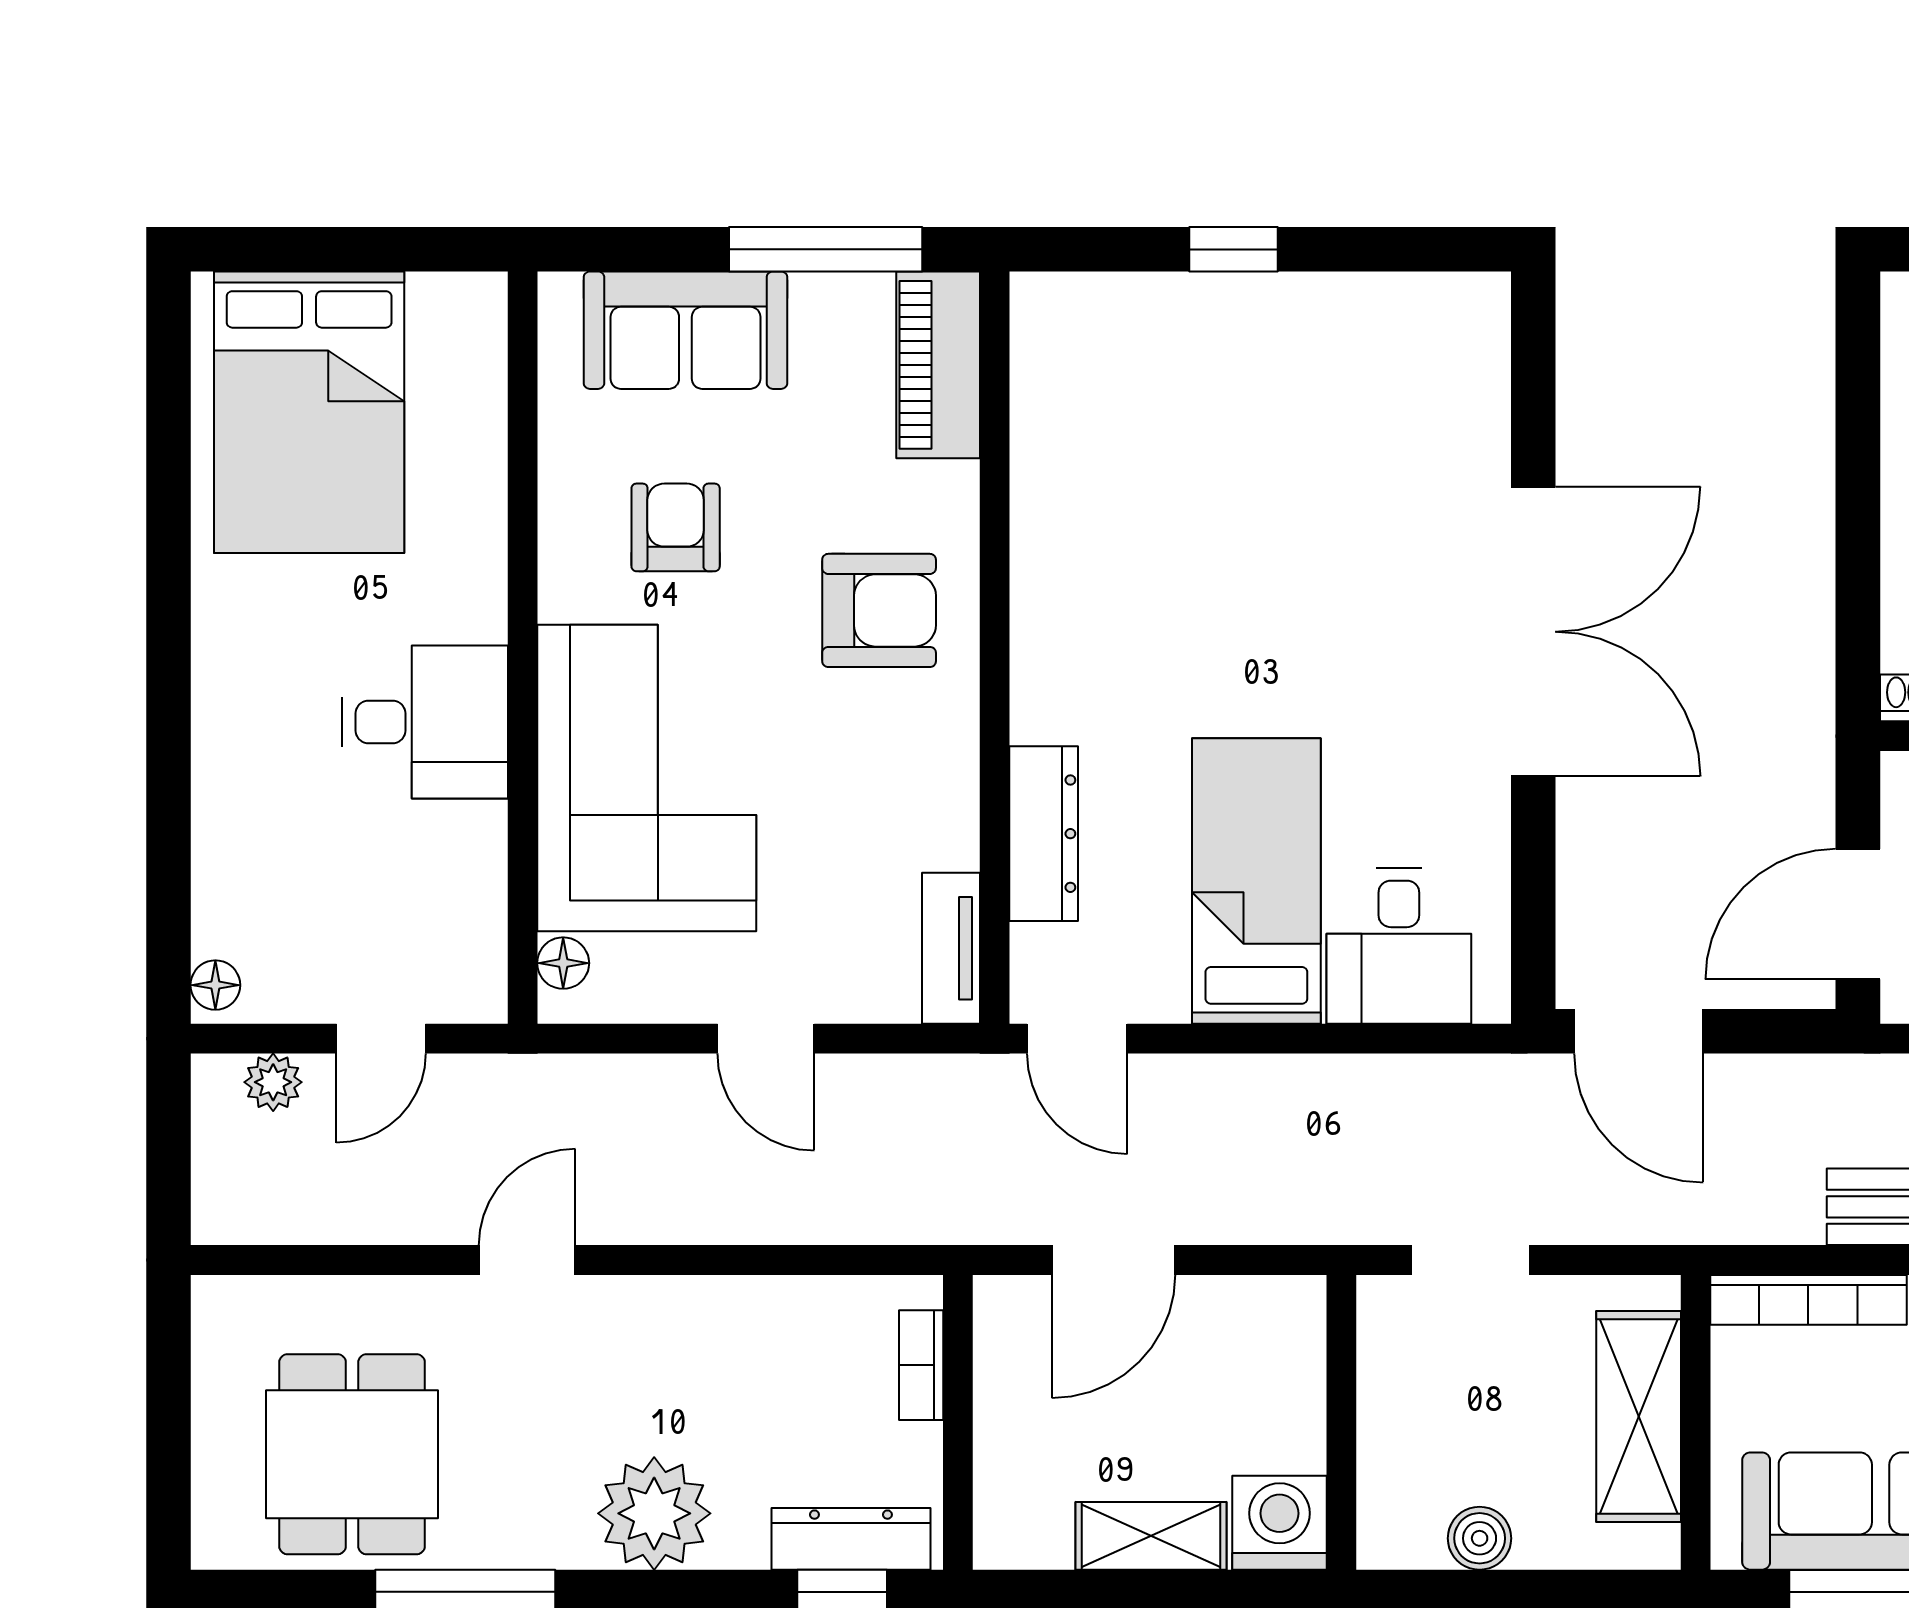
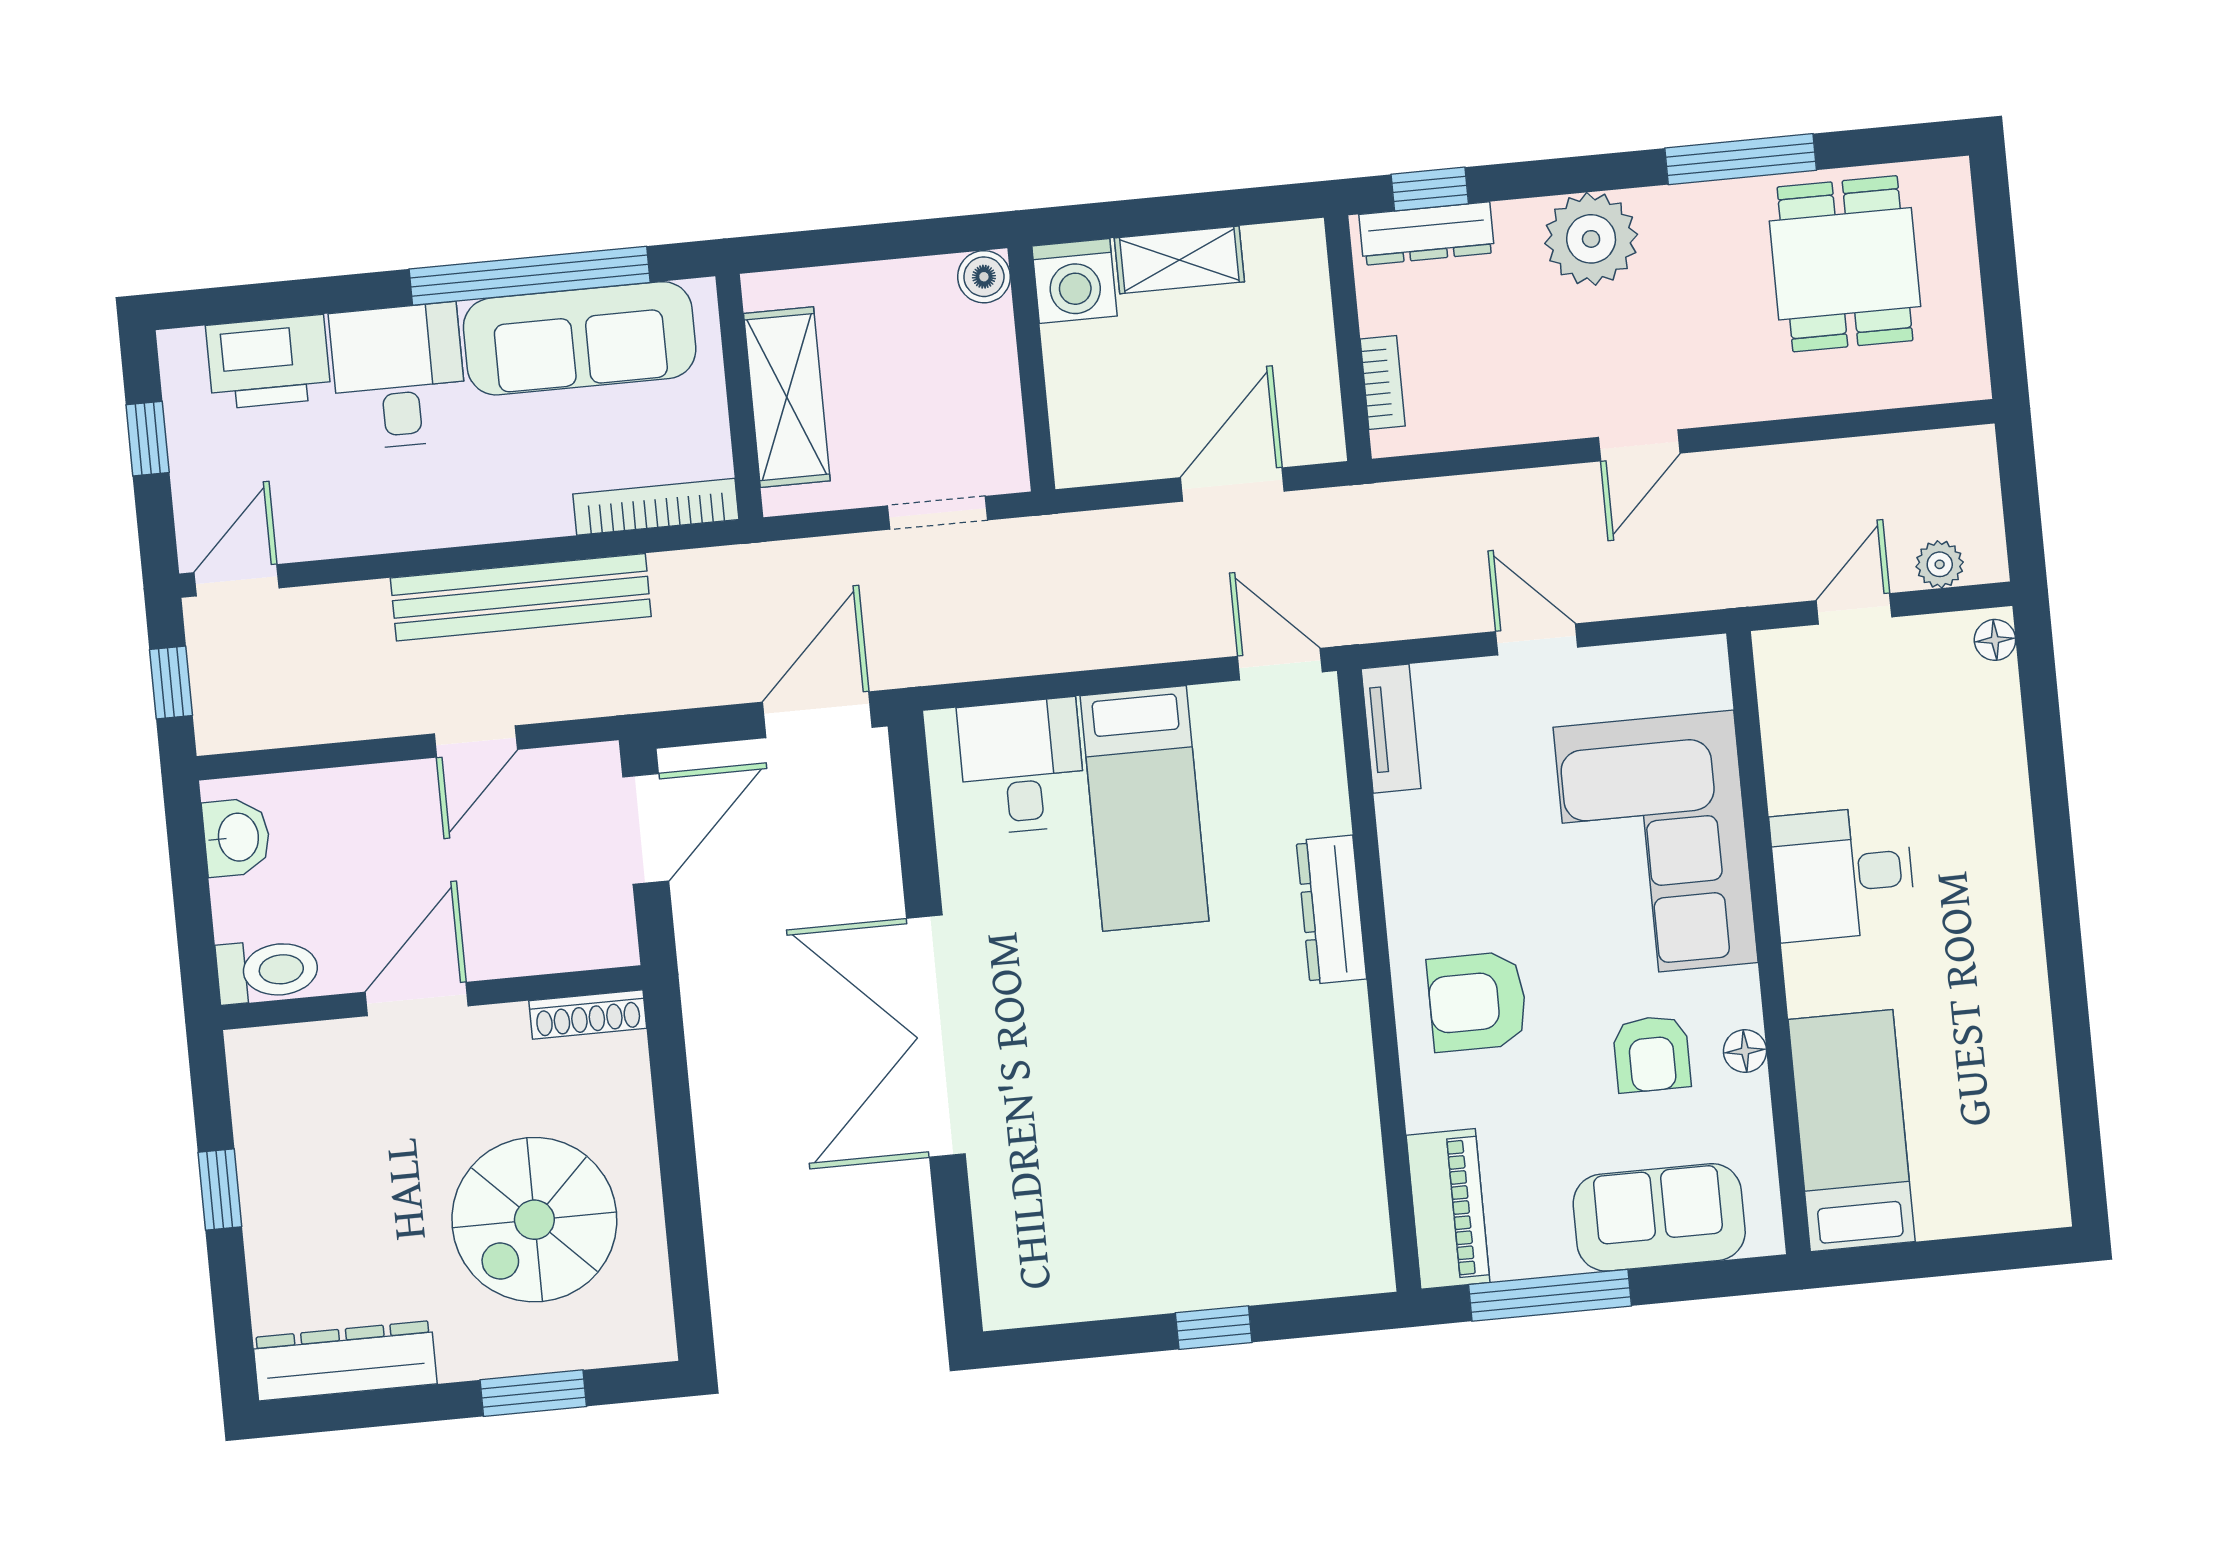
bed: (309, 412) -> (1852, 1131), moved, width x0.67
dresser: (1044, 834) -> (1331, 910), moved
floor lamp: (563, 963) -> (1745, 1051), moved
door: (1639, 1031) -> (817, 715), hinge flipped
door: (527, 1260) -> (1639, 445), moved
boiler: (1480, 1538) -> (984, 277), moved

